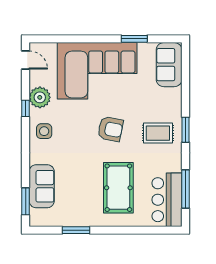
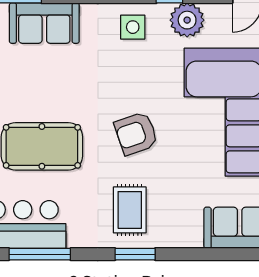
armchair: (110, 129) -> (136, 133), turned 60

